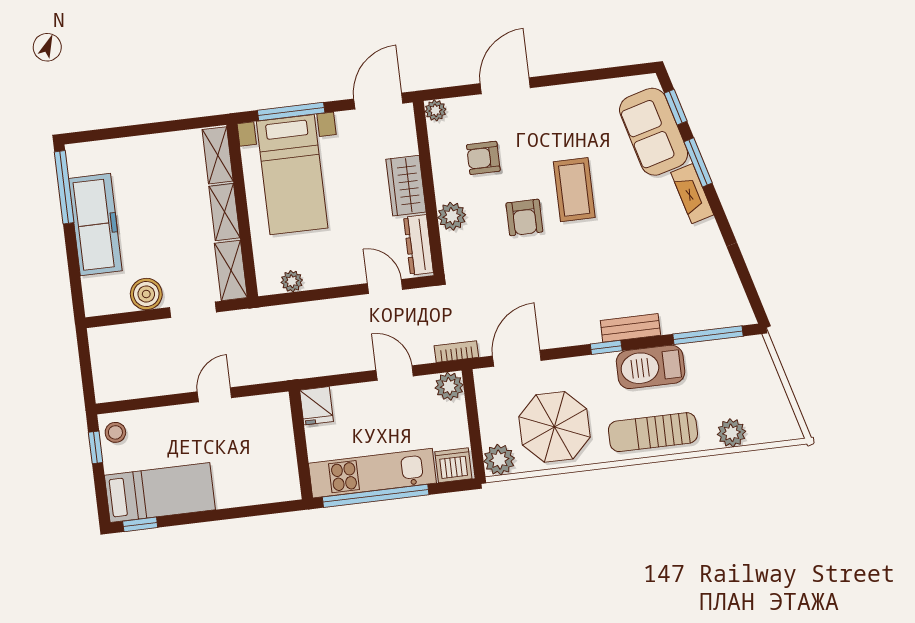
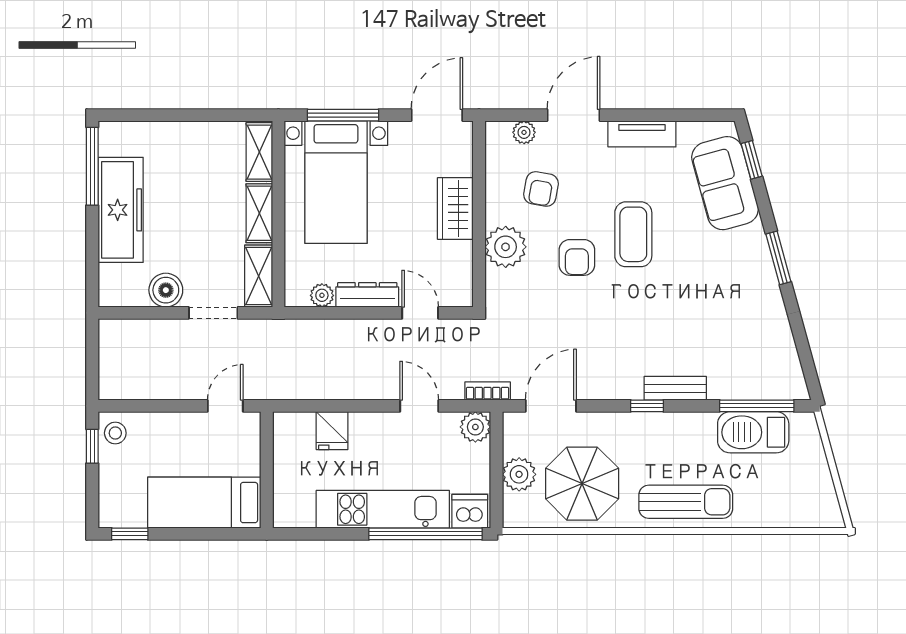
tv unit: (571, 95) -> (642, 134), added
plant: (435, 110) -> (524, 132), moved
armchair: (483, 158) -> (541, 189), turned -80
window: (698, 162) -> (778, 258), moved
fireplace: (692, 194) -> (758, 254), removed
plant: (452, 216) -> (506, 247), width x1.36, depth x1.36
dresser: (418, 245) -> (367, 295), moved, turned 90
barbecue: (651, 367) -> (753, 432), moved
sun lounger: (653, 432) -> (686, 502), turned 180
plant: (731, 433) -> (769, 513), removed
wall: (301, 445) -> (267, 470), moved
plant: (499, 460) -> (519, 474), moved
bed: (160, 492) -> (204, 503), moved, turned 180
window: (376, 496) -> (425, 534), moved

